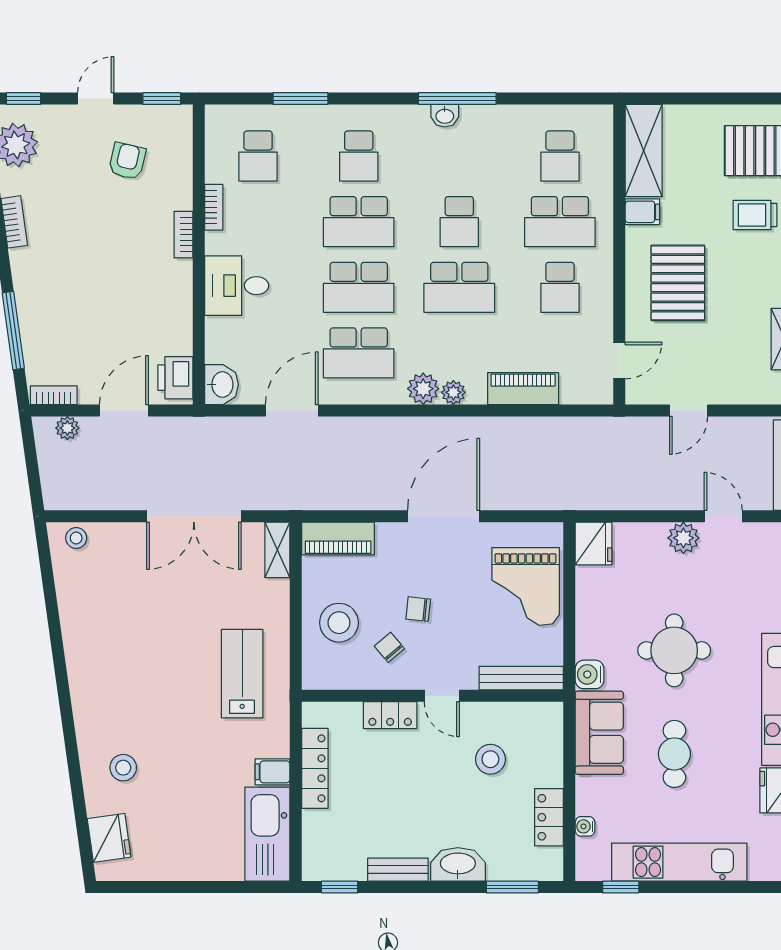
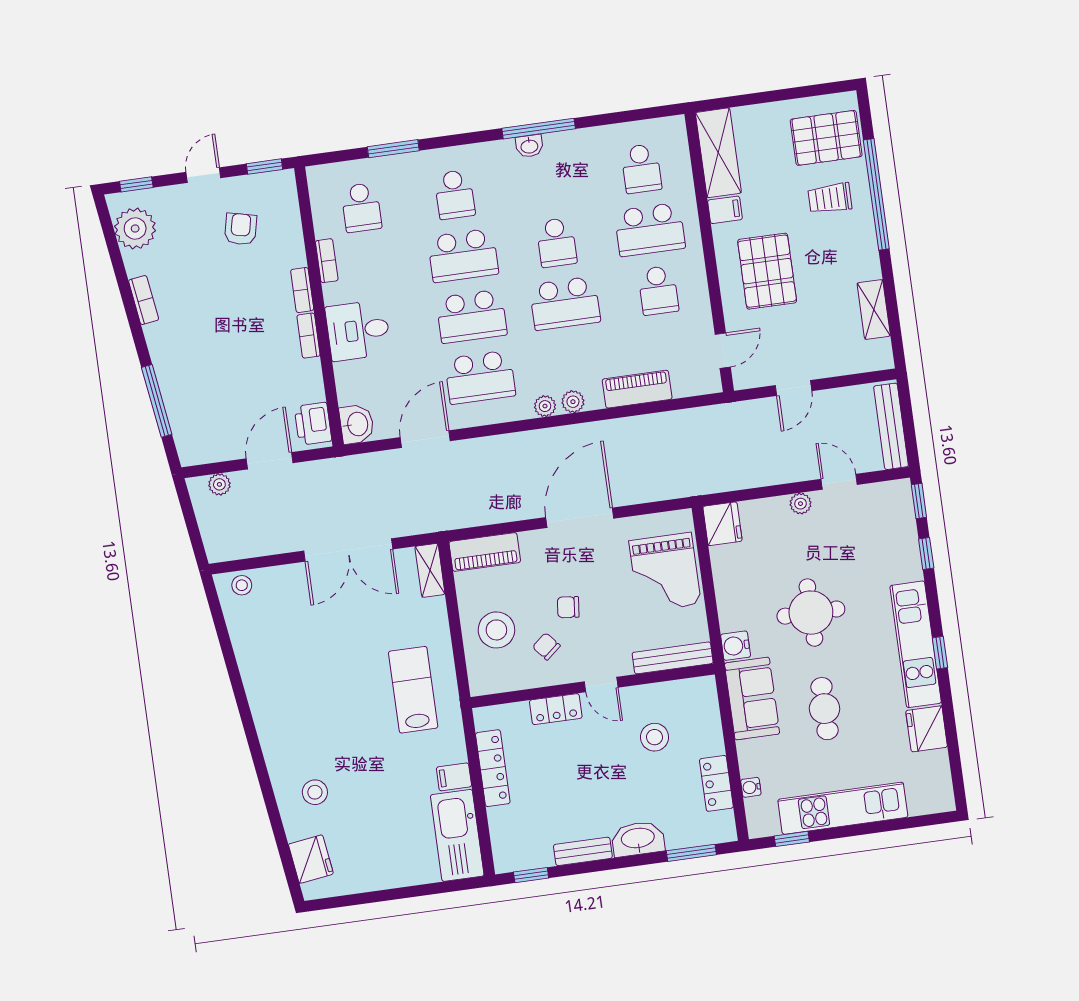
plant: (423, 389) -> (545, 406), width x0.73, depth x0.73
bookcase: (54, 395) -> (308, 336), moved, turned -90
plant: (683, 538) -> (801, 504), width x0.73, depth x0.73

